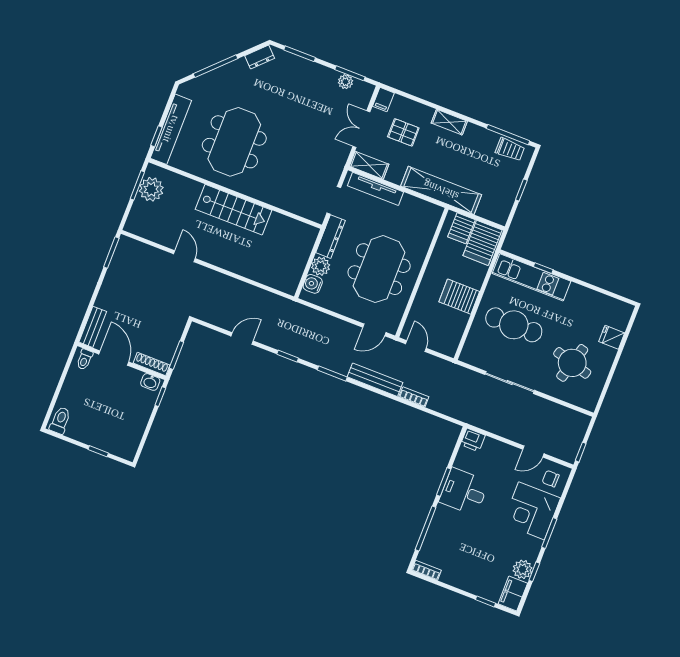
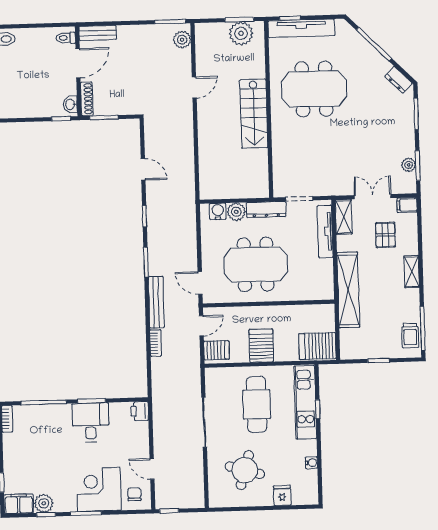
server rack: (462, 228) -> (217, 350), moved, turned 180
plant: (133, 248) -> (182, 40), added
water cooler: (592, 296) -> (311, 463), added

